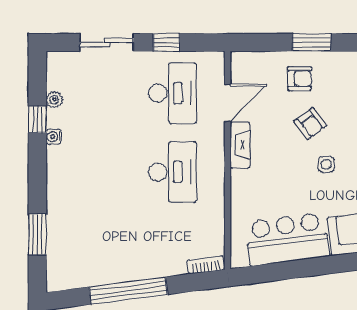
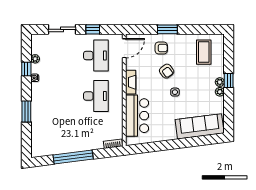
door: (228, 103) -> (124, 48), moved
window: (37, 234) -> (26, 111), moved
bar counter: (287, 239) -> (137, 116), moved, turned 97

